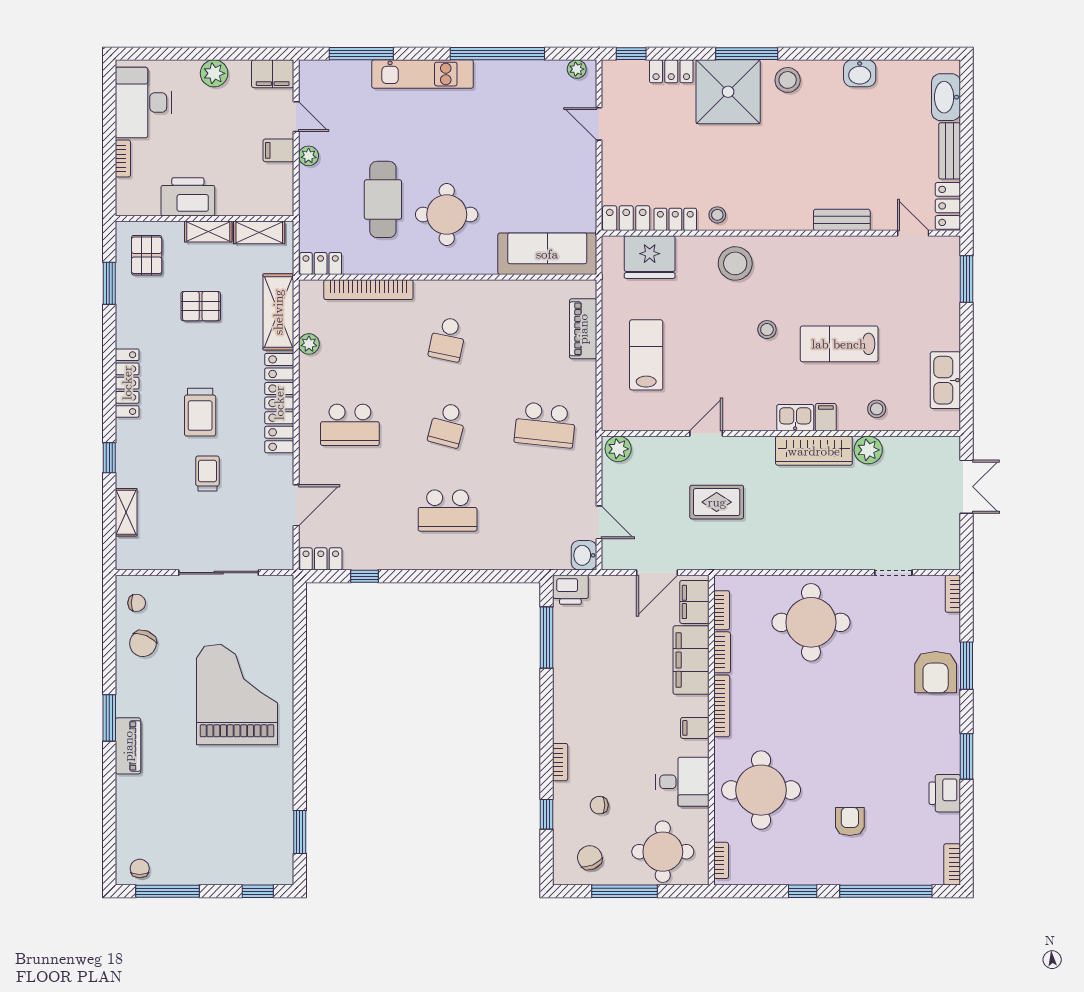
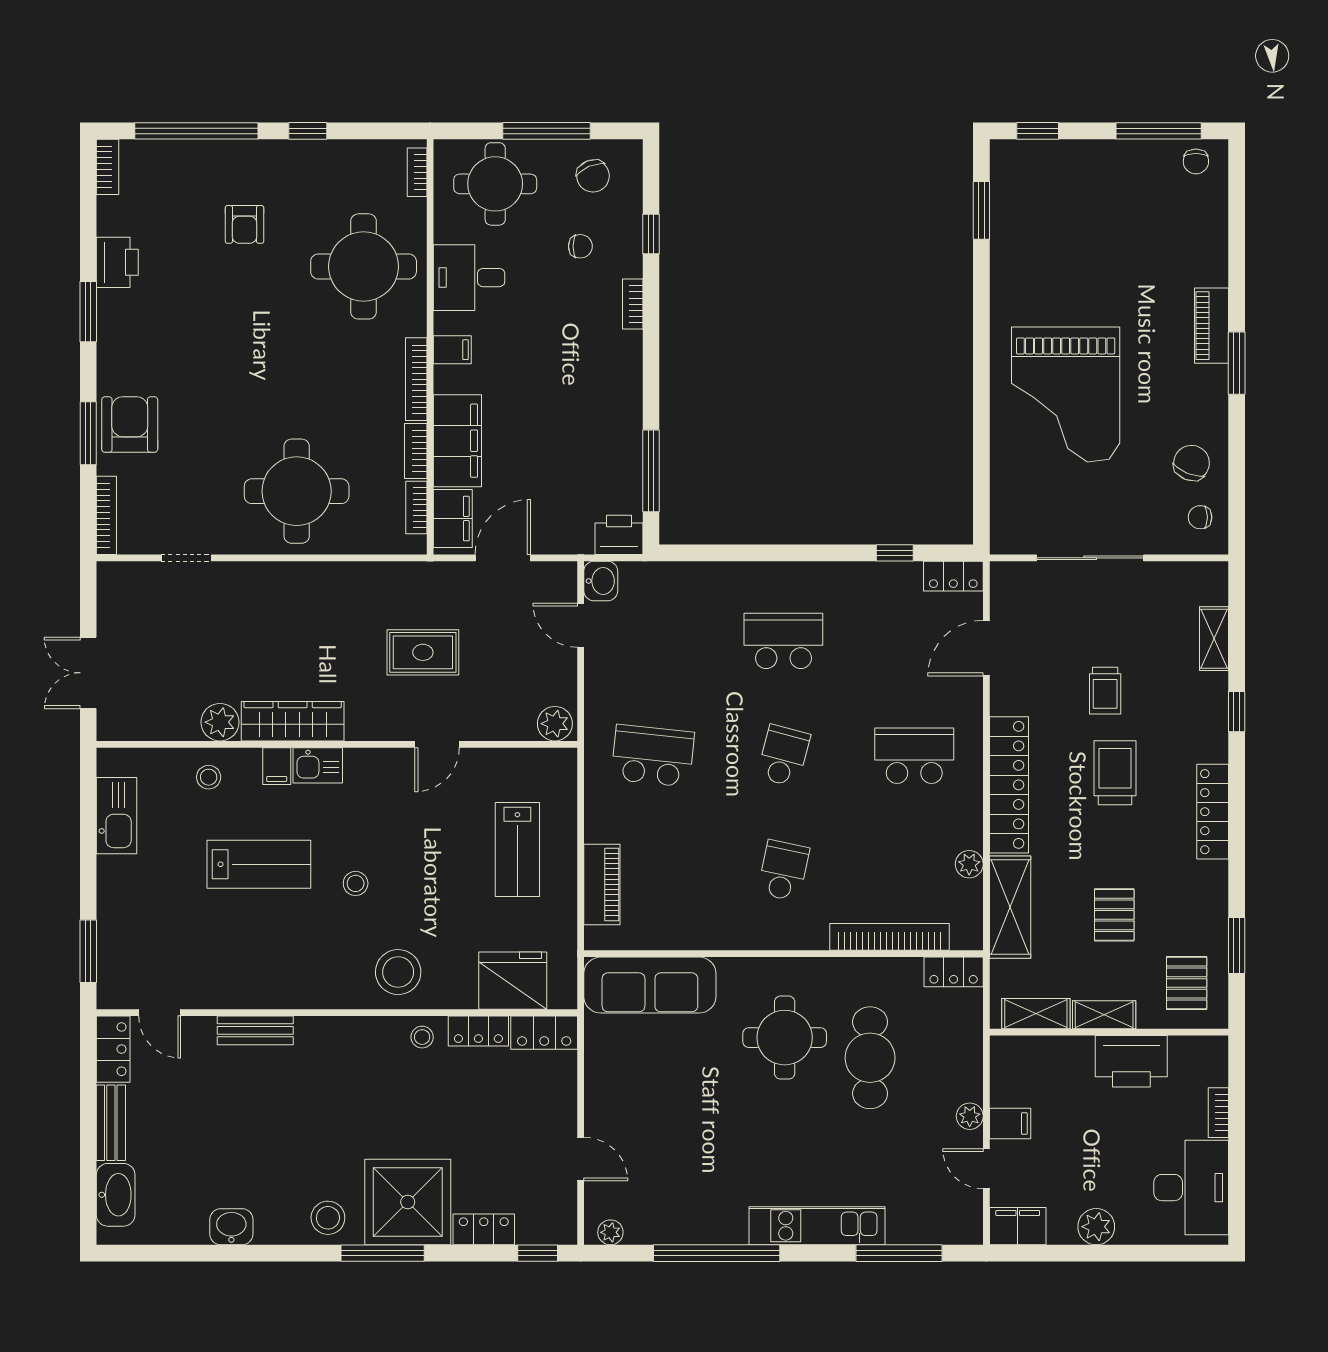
pallet: (201, 306) -> (1114, 915), turned 90
bookcase: (953, 594) -> (106, 515), width x1.56

